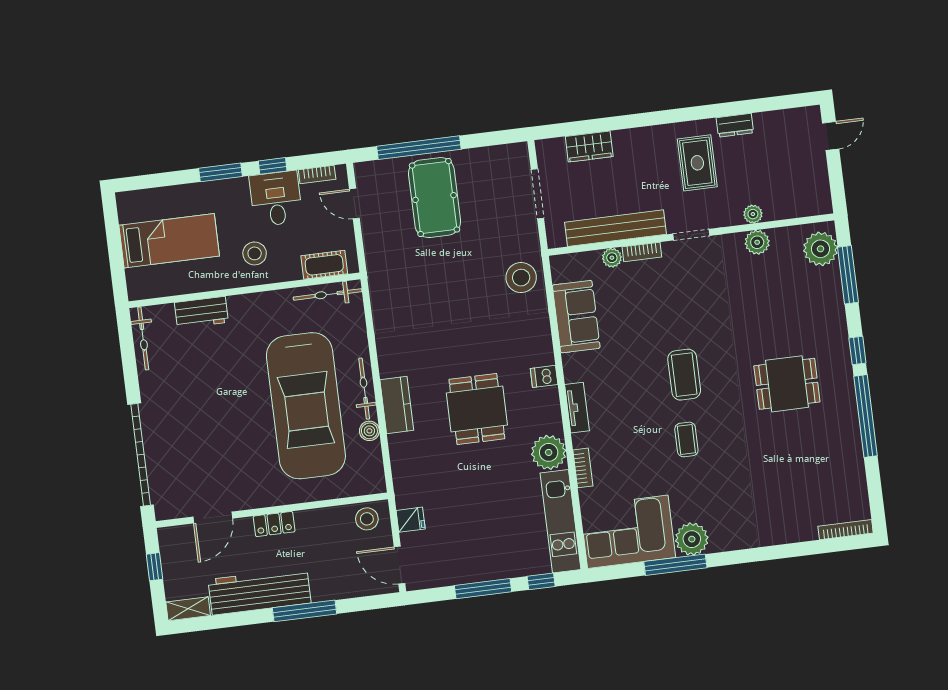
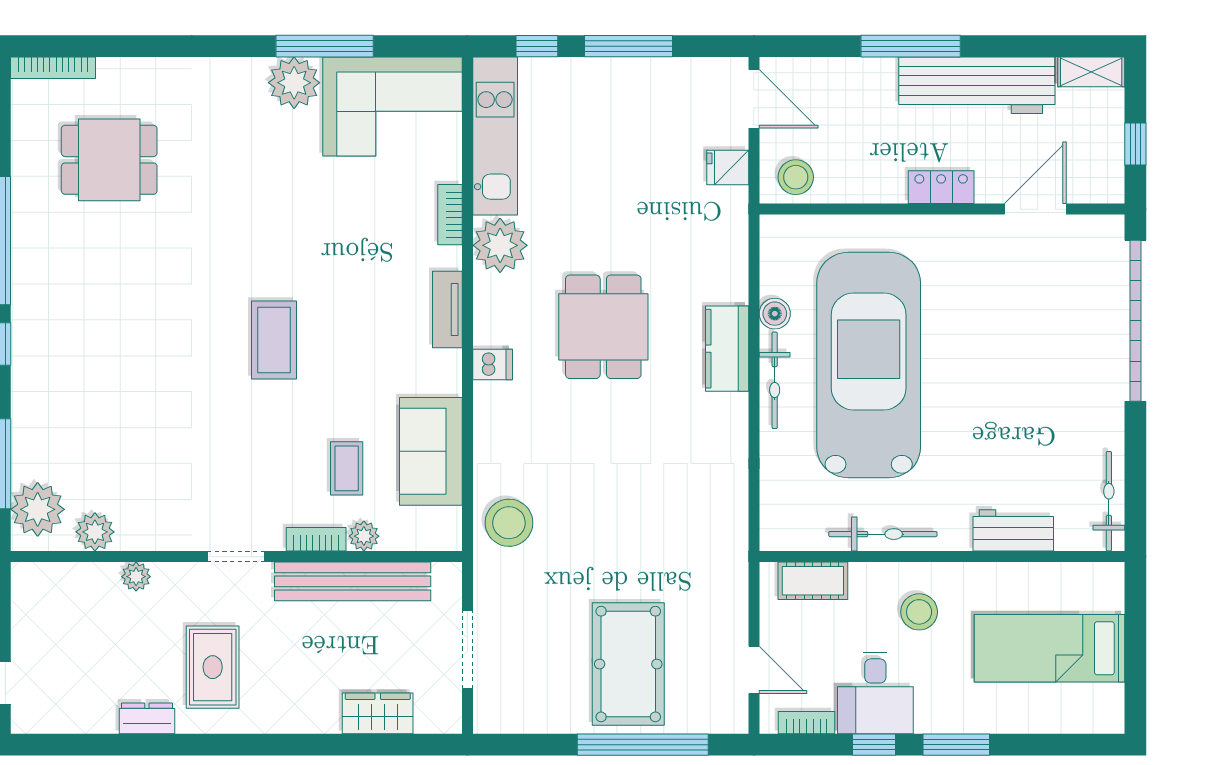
plant: (757, 242) -> (95, 532), moved
bicycle: (328, 294) -> (883, 534), moved
dining table: (787, 384) -> (109, 160), moved
coffee table: (686, 439) -> (347, 468), moved

